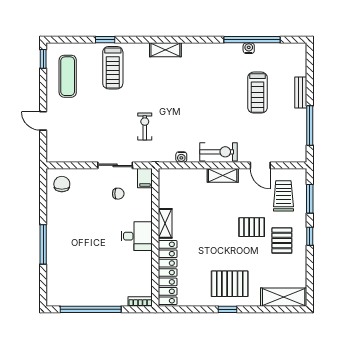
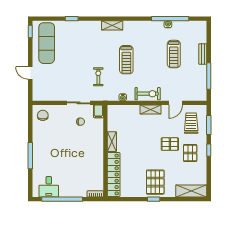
treadmill: (113, 68) -> (126, 60), moved
exercise mat: (68, 76) -> (47, 43), width x1.36, depth x1.45
door: (260, 165) -> (176, 103), hinge flipped
desk: (137, 236) -> (49, 187), moved, turned 90
pallet: (230, 284) -> (155, 182), turned 90

